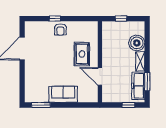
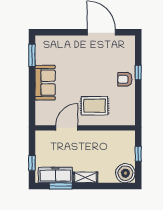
boiler: (137, 43) -> (125, 173), moved

